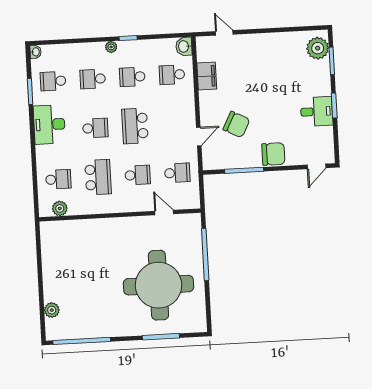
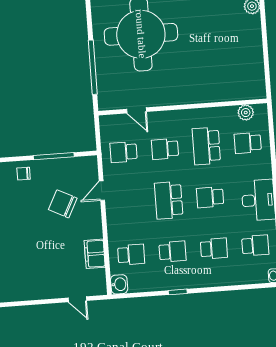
plant: (111, 47) -> (195, 282), removed
school desk: (135, 126) -> (169, 200), turned 180
chair: (273, 154) -> (24, 174), width x0.54, depth x0.54

